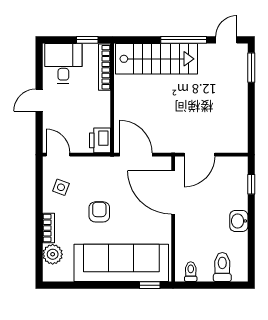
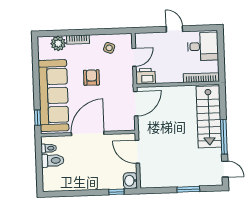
window: (87, 40) -> (221, 64), removed
window: (251, 68) -> (188, 189), moved
door: (58, 155) -> (134, 57), moved
door: (173, 192) -> (88, 134), moved
armchair: (99, 212) -> (92, 78), turned -90
washbasin: (239, 221) -> (130, 181), moved, turned -90
toilet: (222, 267) -> (53, 161), moved

